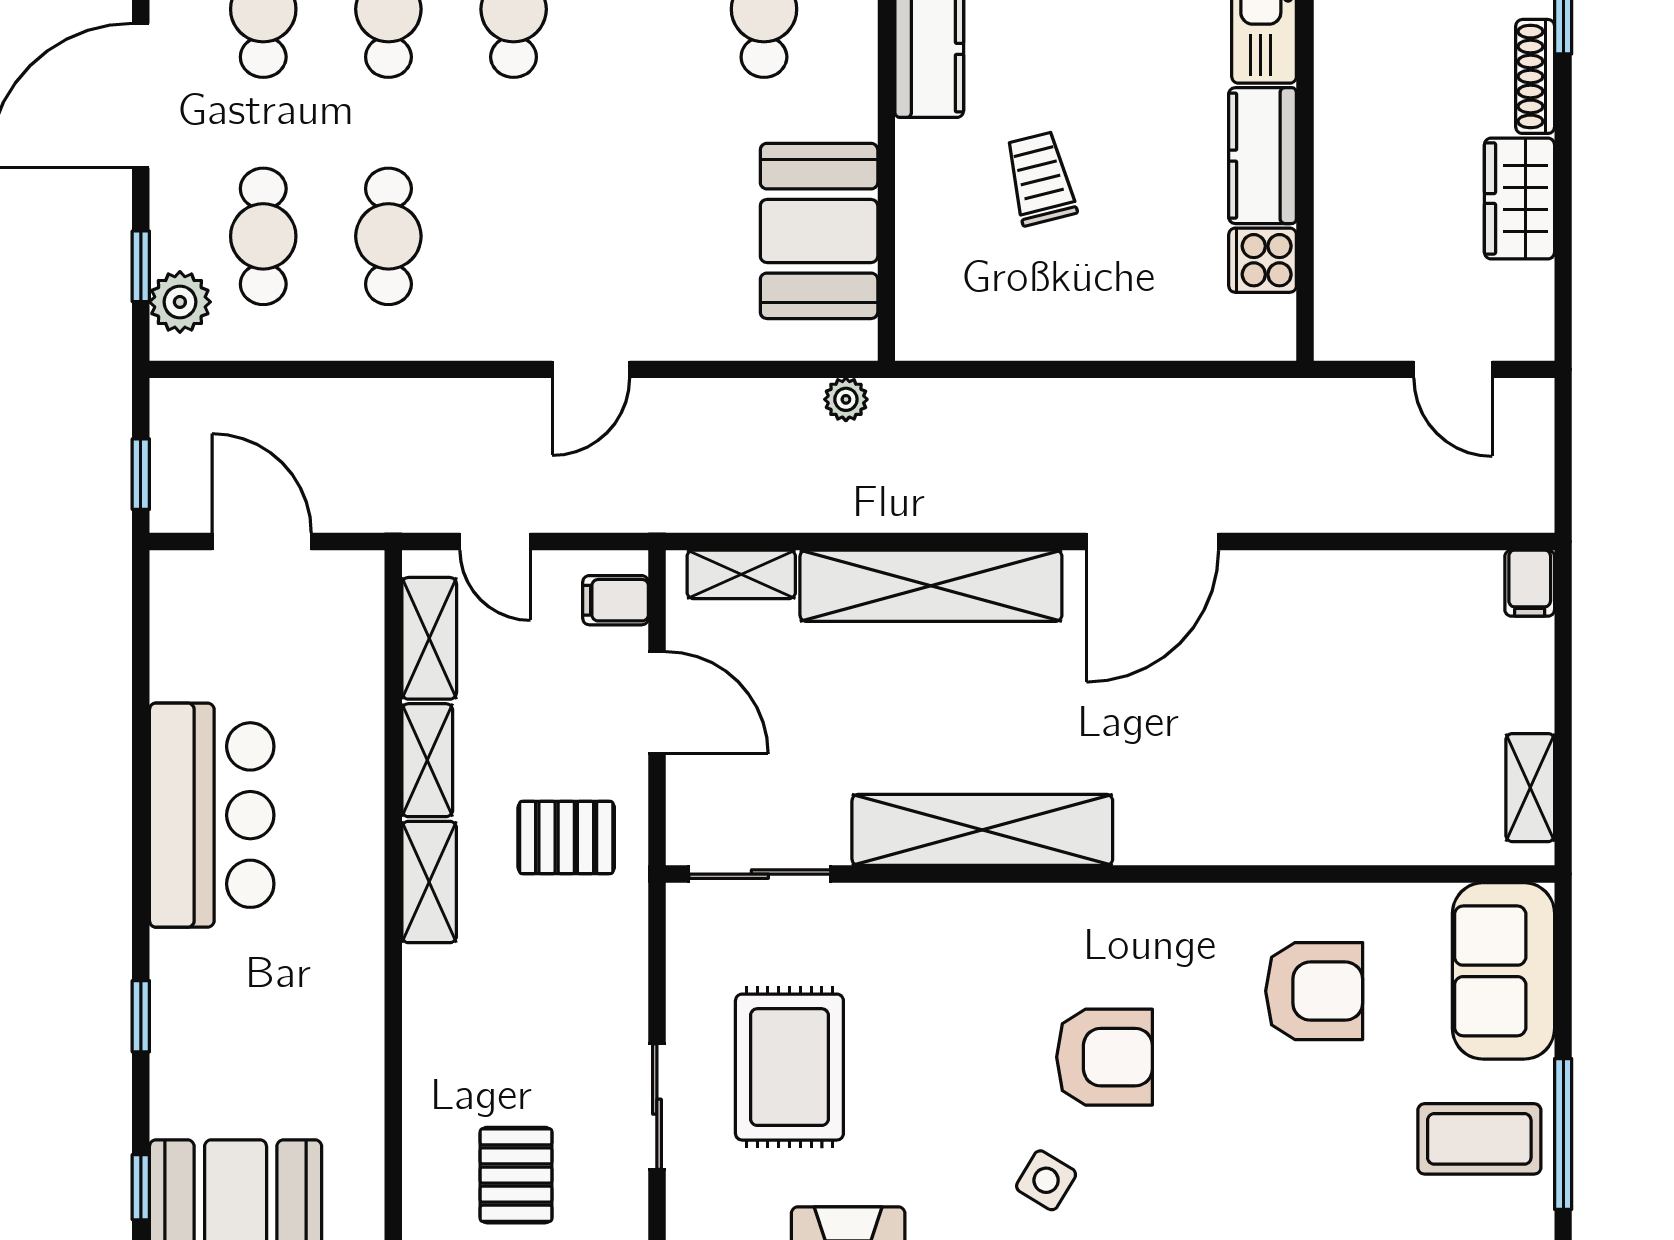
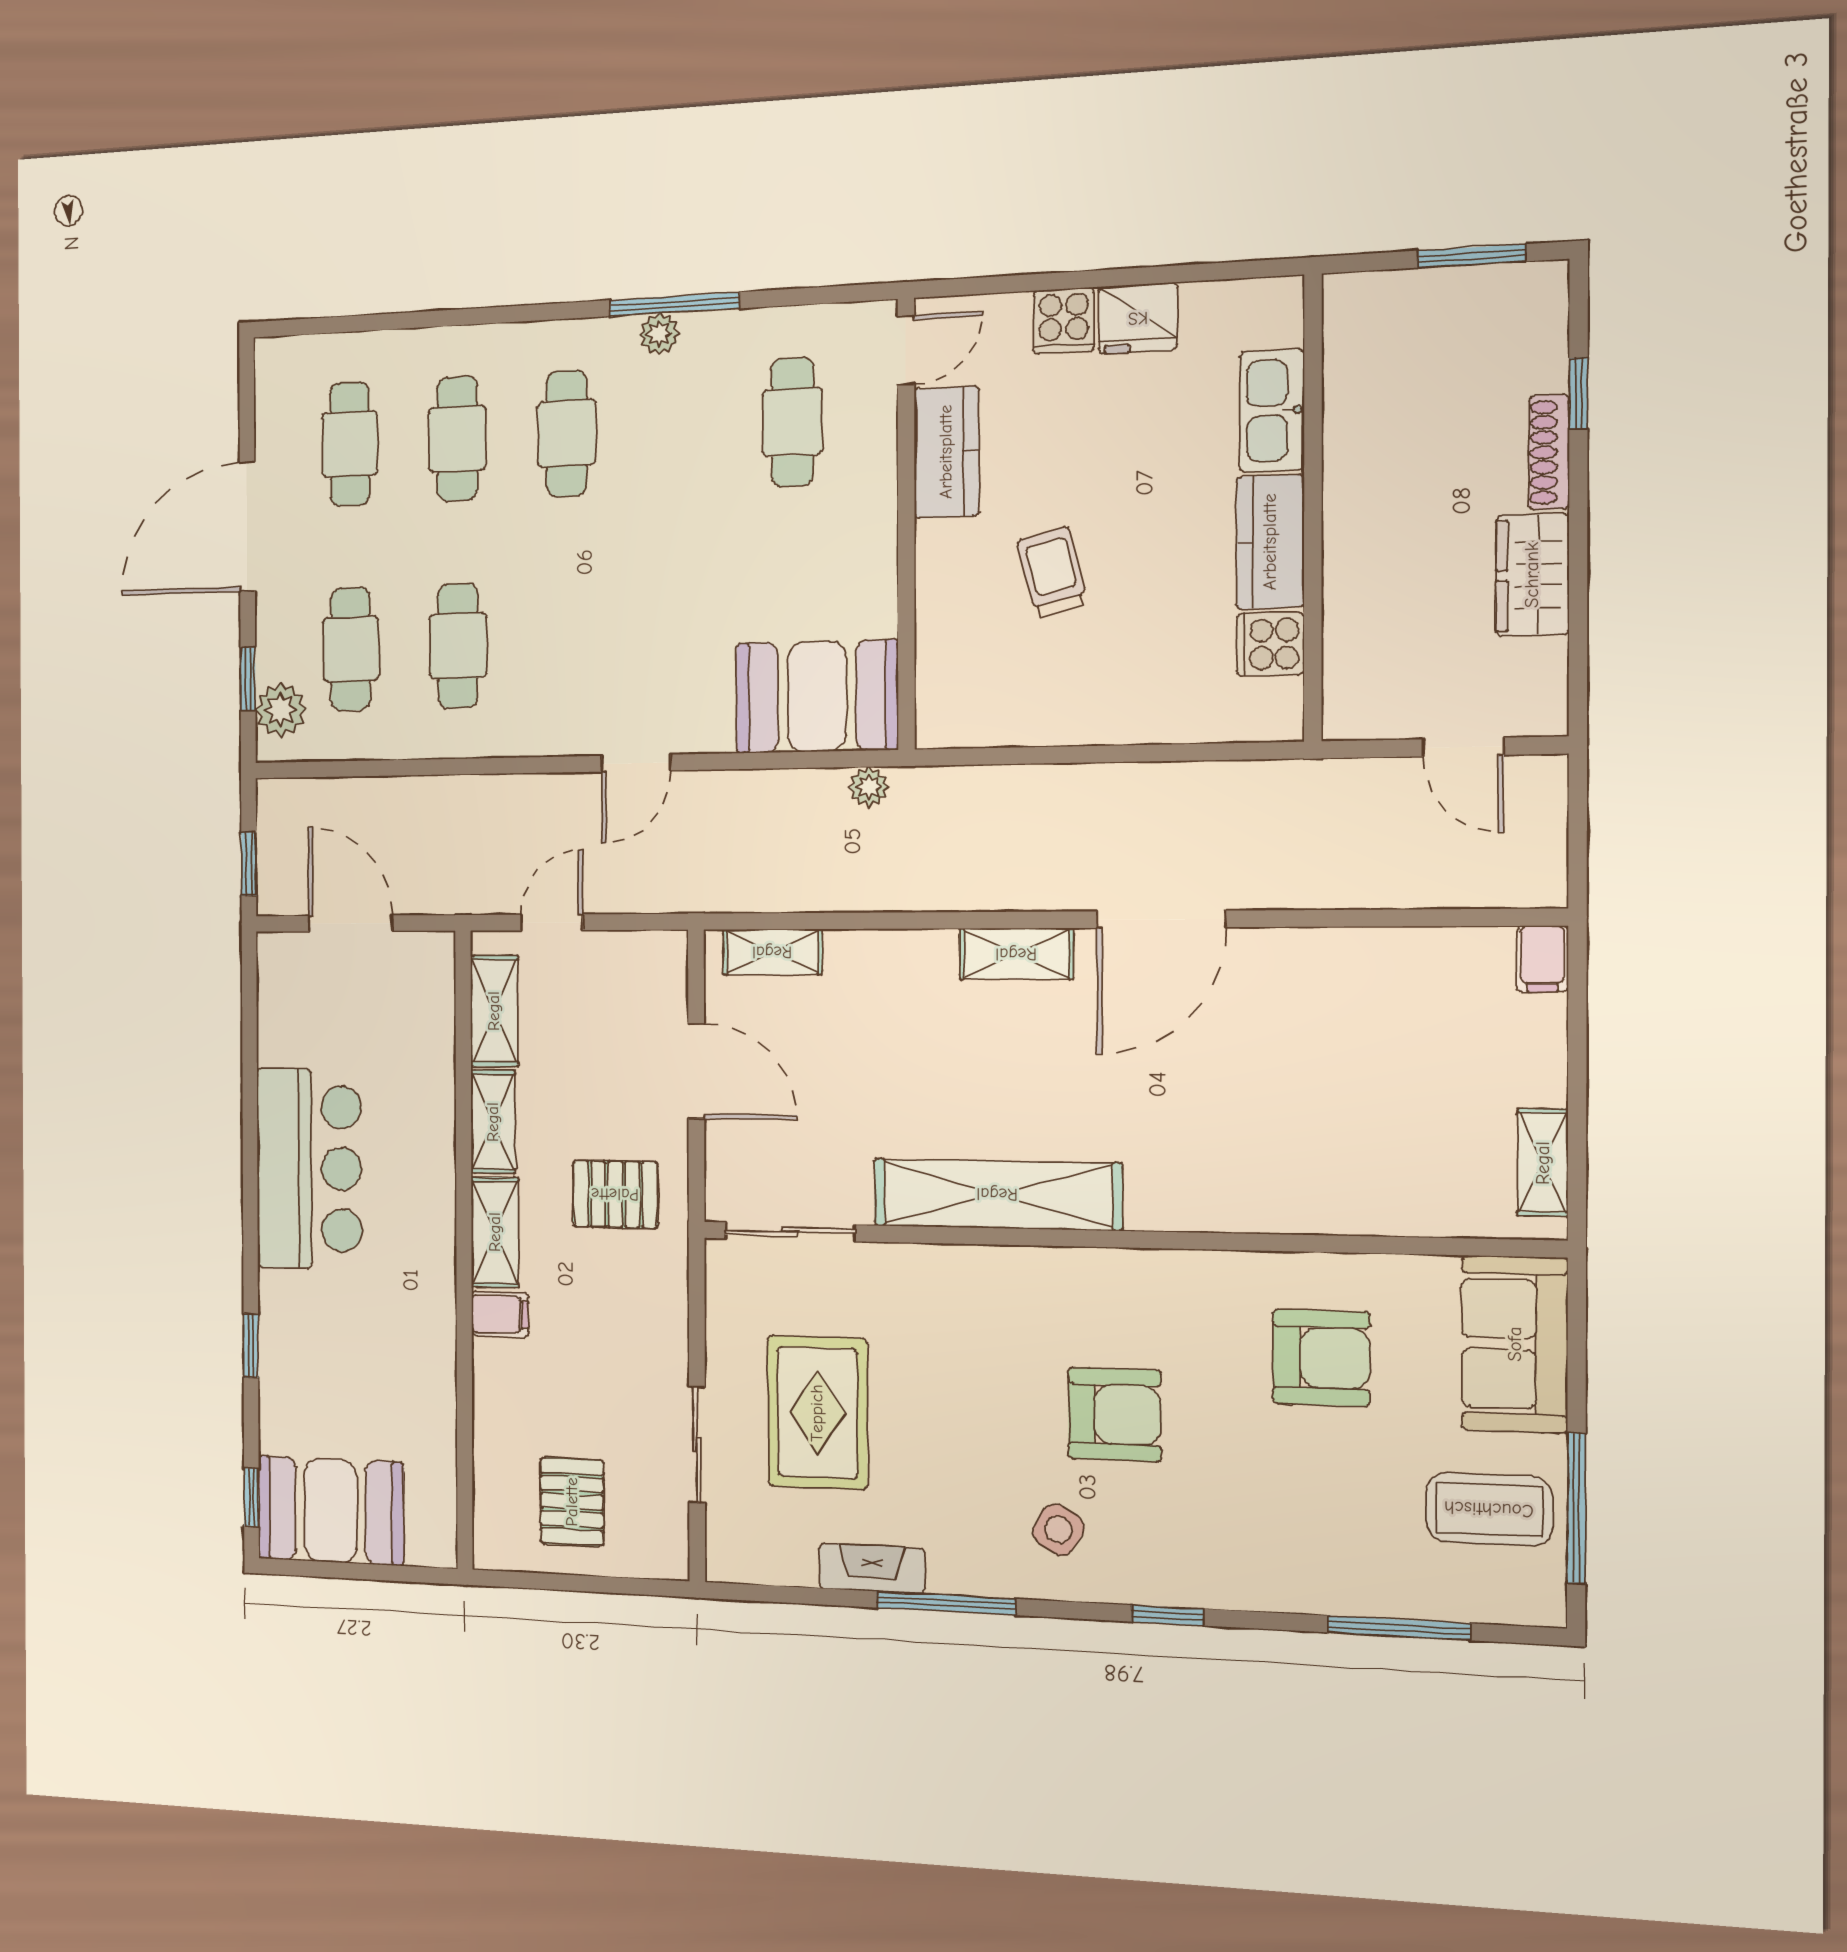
booth: (819, 231) -> (817, 696), moved, turned 90
door: (495, 541) -> (552, 922), swing flipped
shelving: (931, 586) -> (1016, 954), width x0.45, depth x0.75
filing cabinet: (616, 600) -> (500, 1314), moved, turned 180

